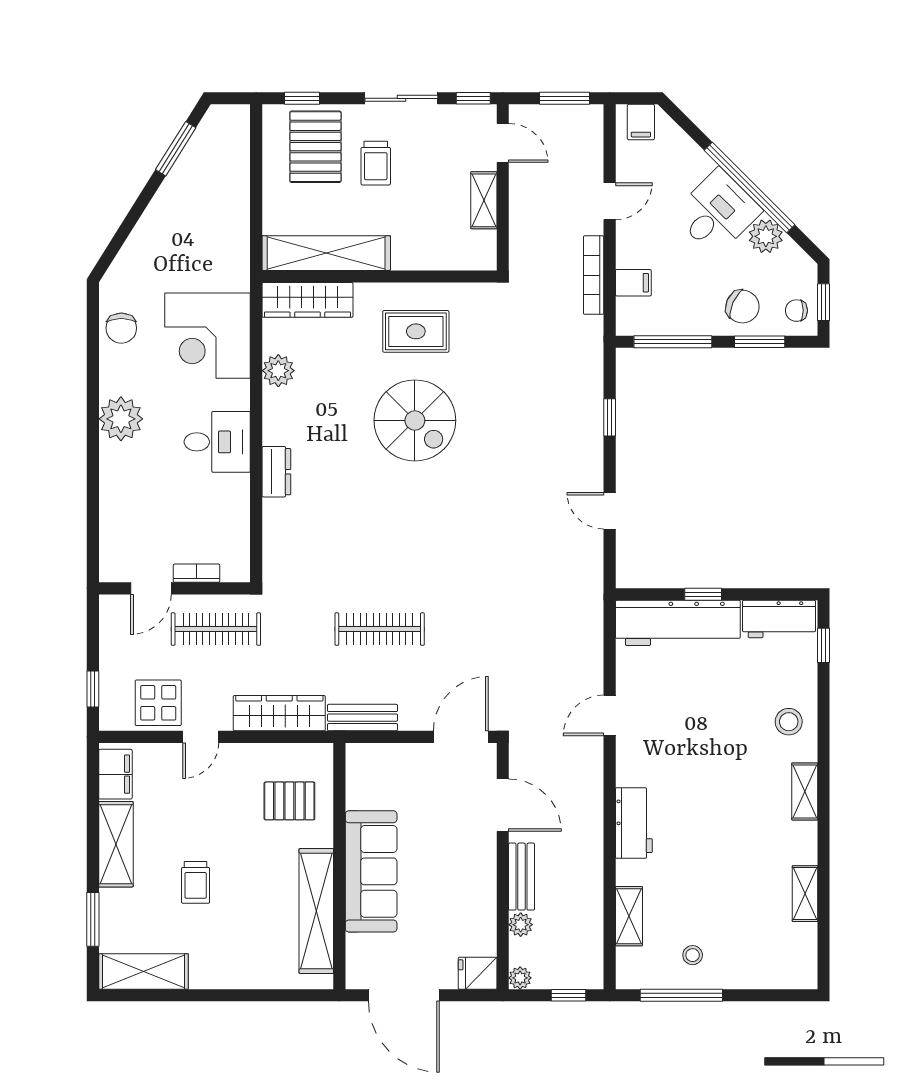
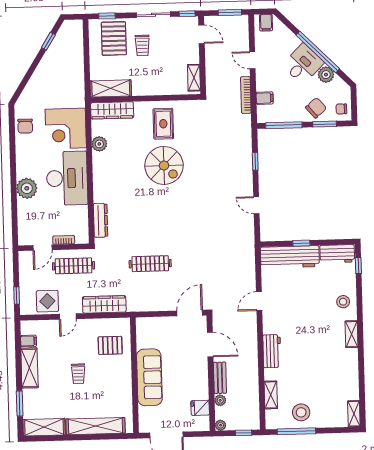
window: (176, 149) -> (48, 41), width x0.67
shelving: (484, 200) -> (194, 78), moved
door: (610, 201) -> (252, 60), swing flipped
shelving: (326, 253) -> (111, 88), width x0.68
window: (823, 302) -> (354, 105), removed
chair: (742, 307) -> (316, 108), turned -65
rug: (416, 331) -> (163, 124), turned 90
plant: (121, 419) -> (27, 188), moved
desk: (217, 442) -> (67, 178), width x1.87, depth x1.30
dresser: (276, 472) -> (101, 220), moved, width x1.44
bench: (362, 718) -> (143, 305), removed
filing cabinet: (115, 774) -> (28, 341), width x0.50
trolley: (196, 882) -> (78, 374), moved
shelving: (805, 894) -> (354, 414), moved
shelving: (316, 911) -> (95, 426), moved, turned 90
stool: (693, 955) -> (301, 412), width x1.89, depth x1.89
fridge: (478, 973) -> (200, 408), moved

